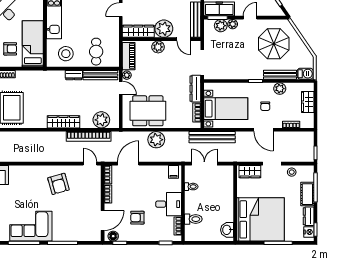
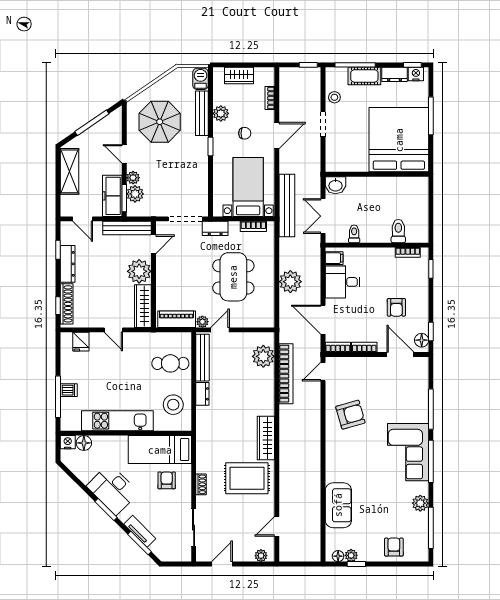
plant: (158, 47) -> (164, 279), removed
dresser: (195, 89) -> (215, 228), width x0.70
dining table: (148, 111) -> (233, 277), moved
wardrobe: (63, 122) -> (266, 438), moved
wardrobe: (250, 172) -> (334, 154), removed
desk: (169, 204) -> (343, 282), moved, turned -90
washbasin: (227, 230) -> (335, 185), moved

